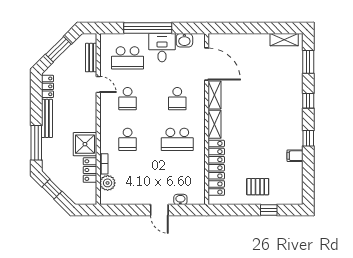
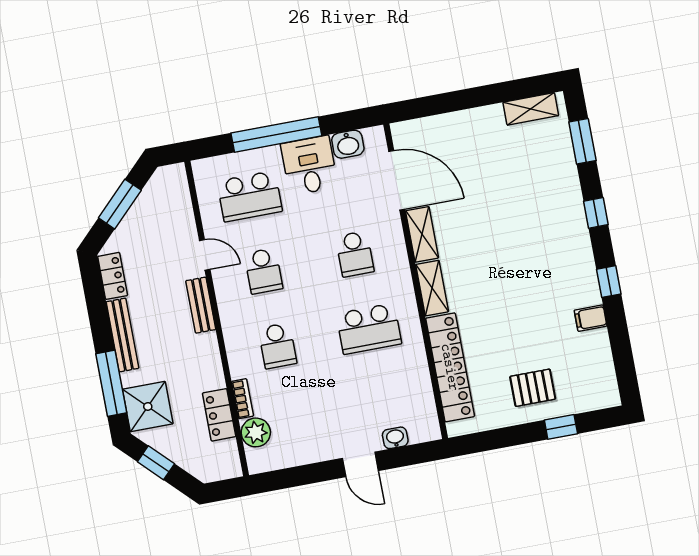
bench: (91, 58) -> (201, 305), moved
shower: (85, 144) -> (148, 406), moved

